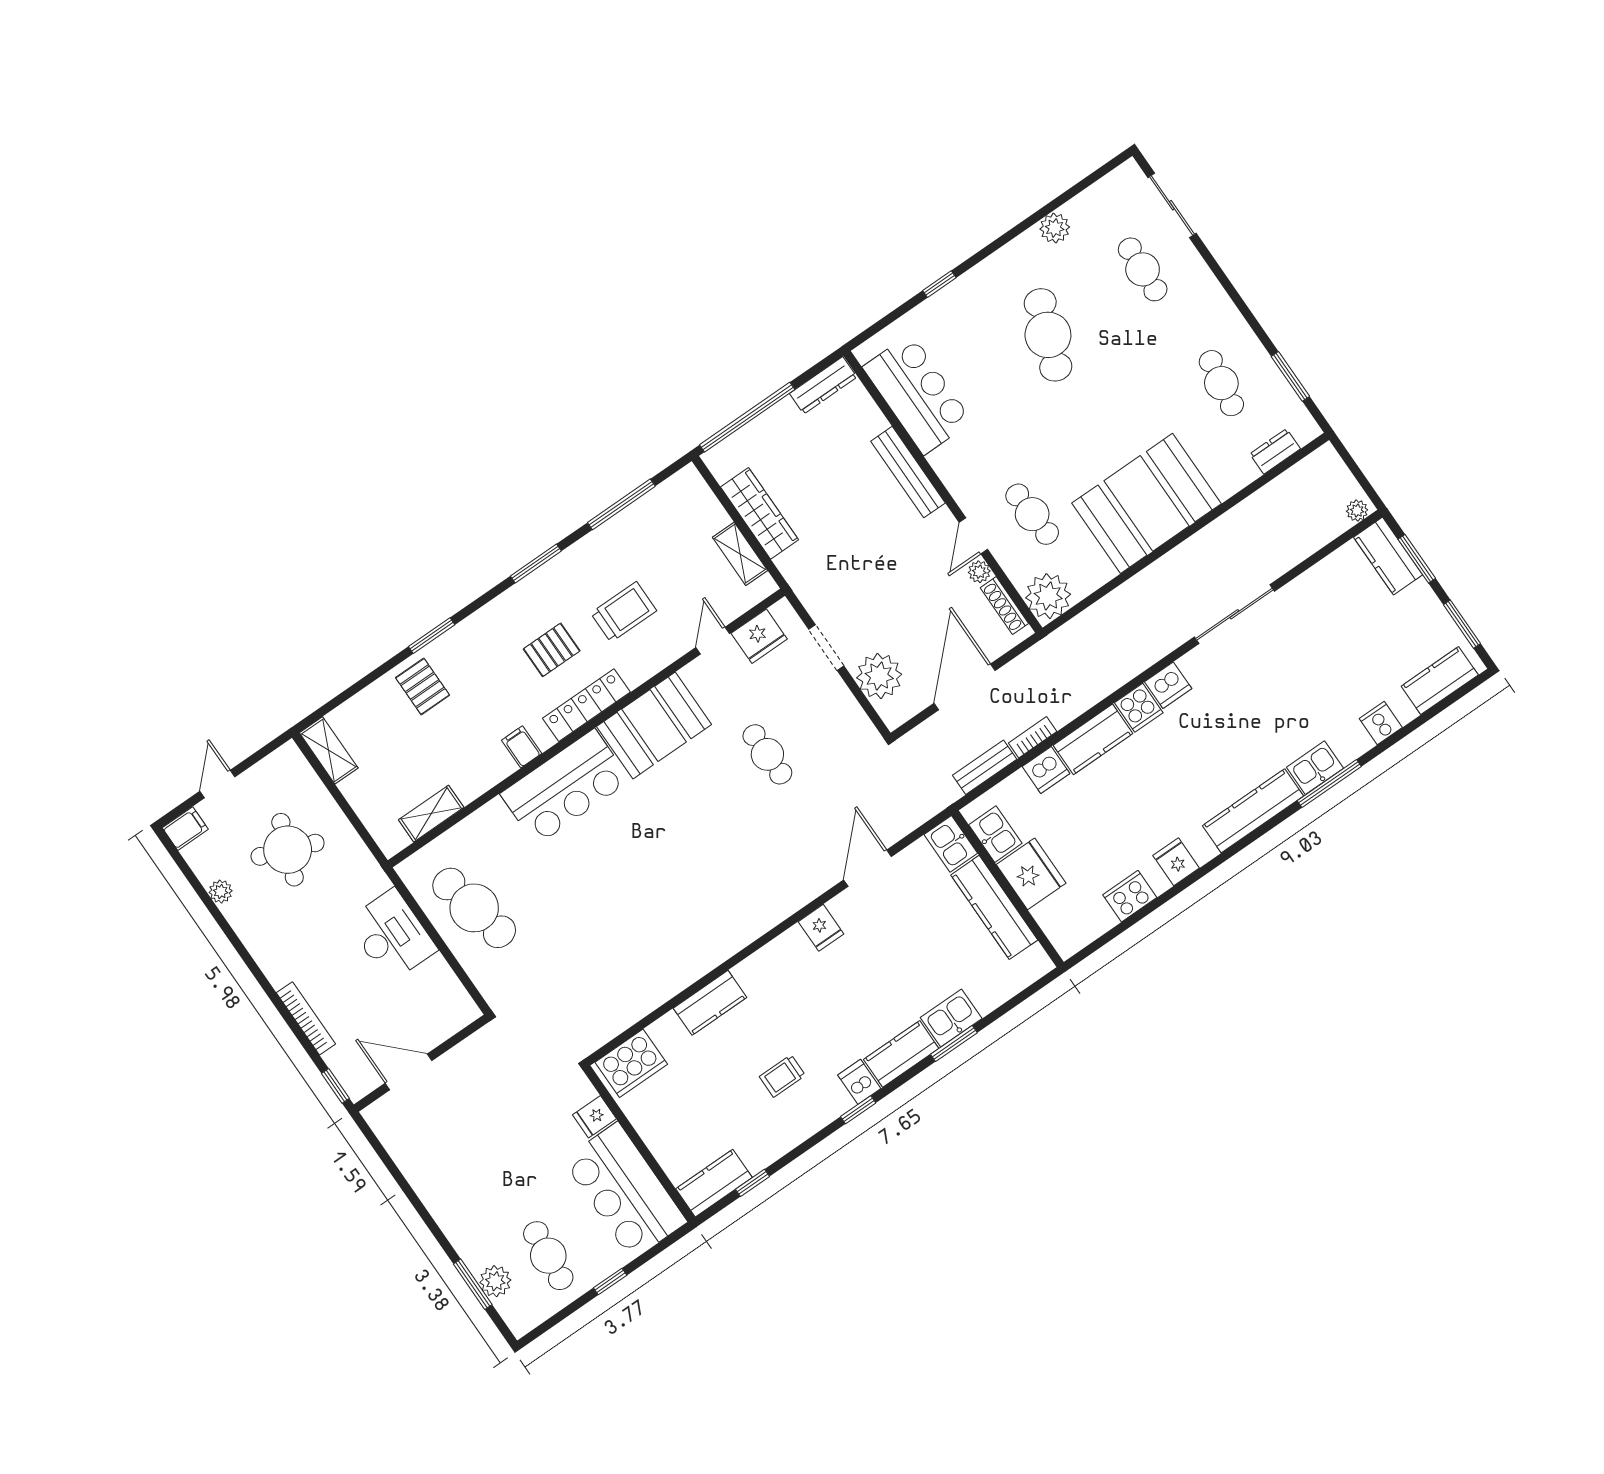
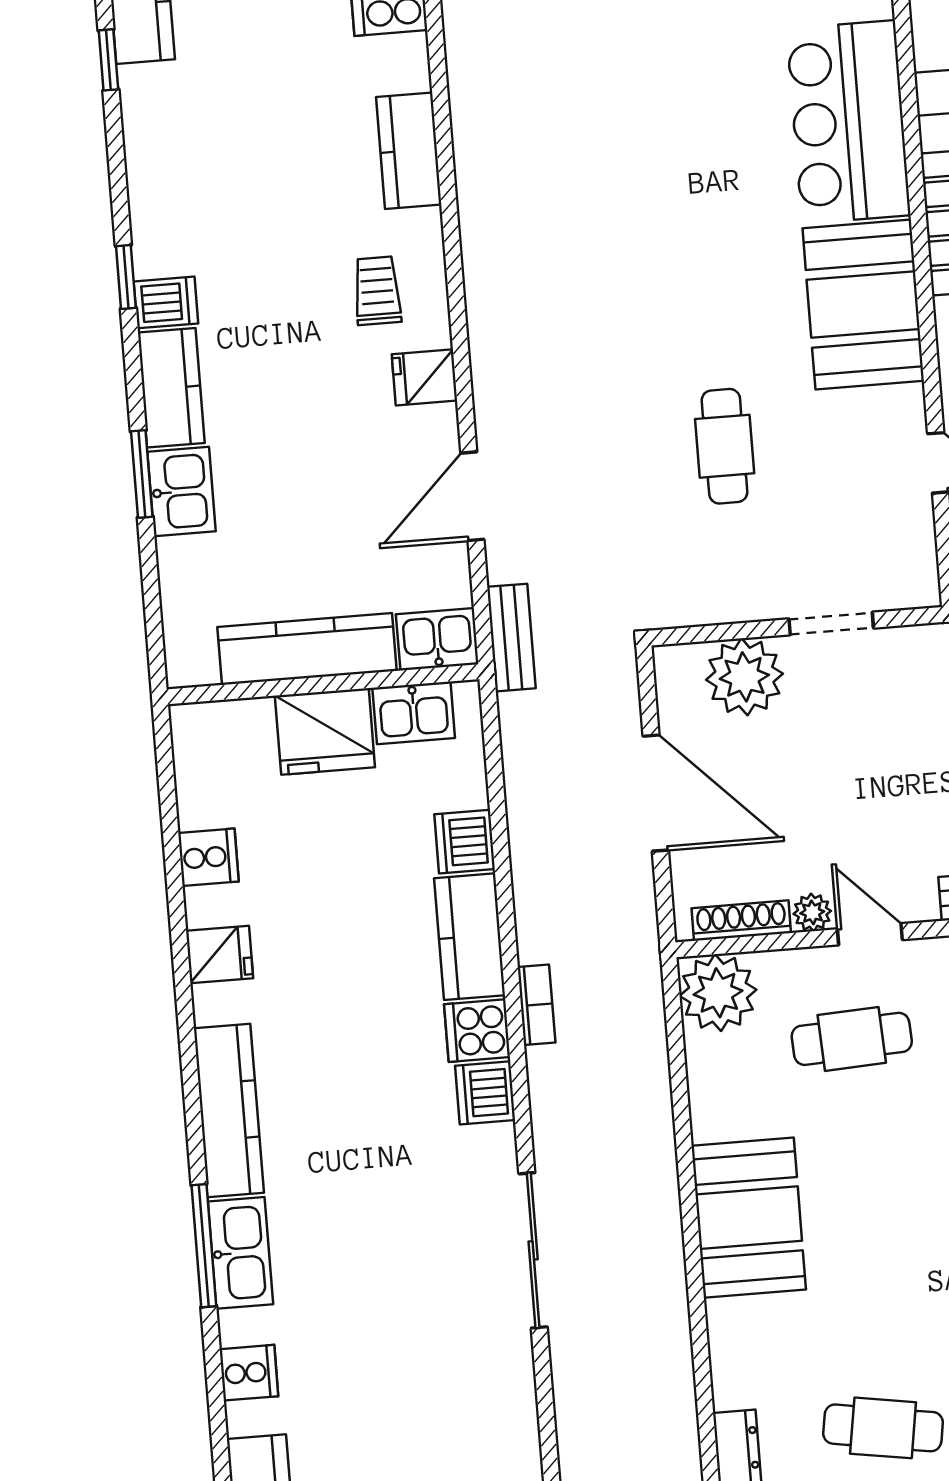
booth: (1147, 503) -> (749, 1218), width x0.73, depth x0.70
fridge: (759, 636) -> (905, 535), removed
bookcase: (1033, 737) -> (537, 1005), moved
cafe table: (767, 754) -> (725, 446), turned 90
bench: (985, 767) -> (511, 638), moved
kitchen sink: (1315, 768) -> (240, 1253), width x1.38
door: (867, 868) -> (472, 496), swing flipped
cooker: (1130, 896) -> (208, 857), width x0.73
trolley: (782, 1076) -> (377, 291), moved

